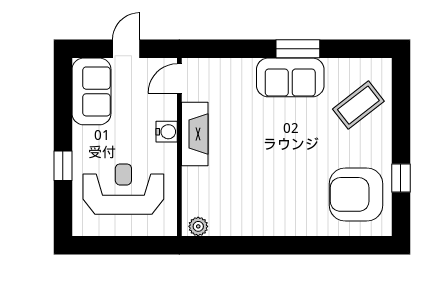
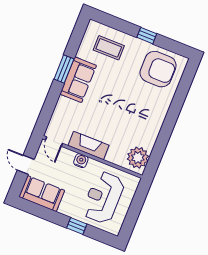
coffee table: (358, 105) -> (109, 48), turned -52
window: (401, 178) -> (147, 36), moved
armchair: (356, 194) -> (158, 69), turned -90
plant: (198, 226) -> (138, 158), width x1.88, depth x1.88

